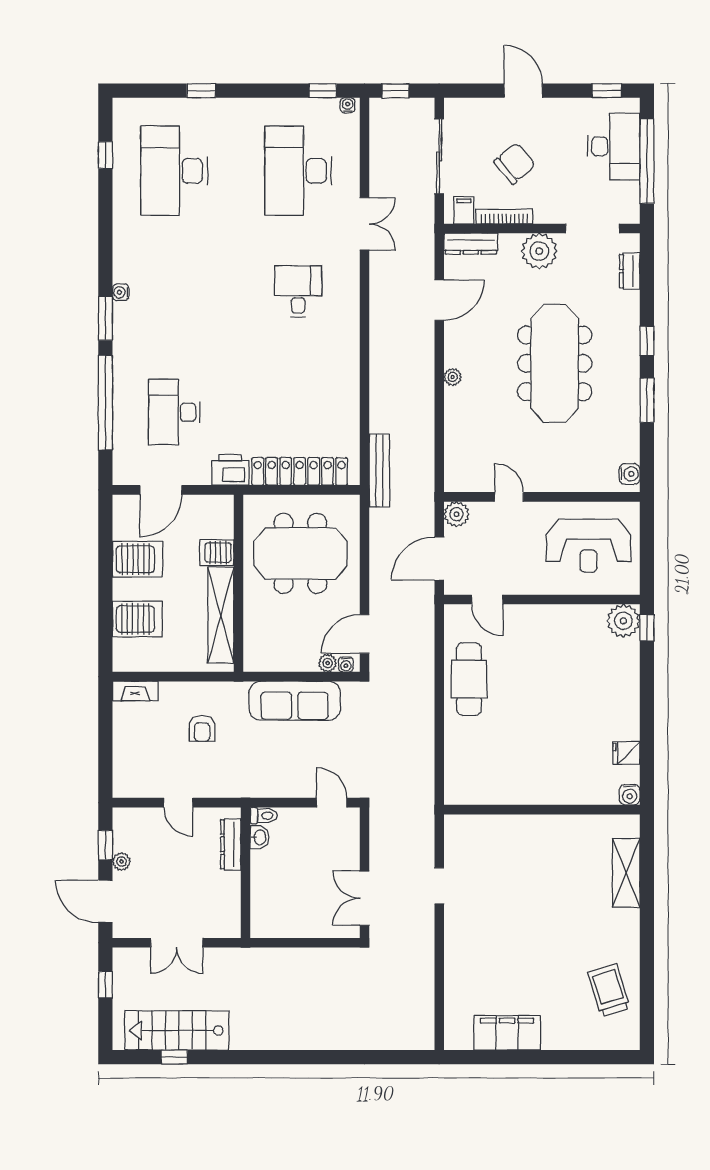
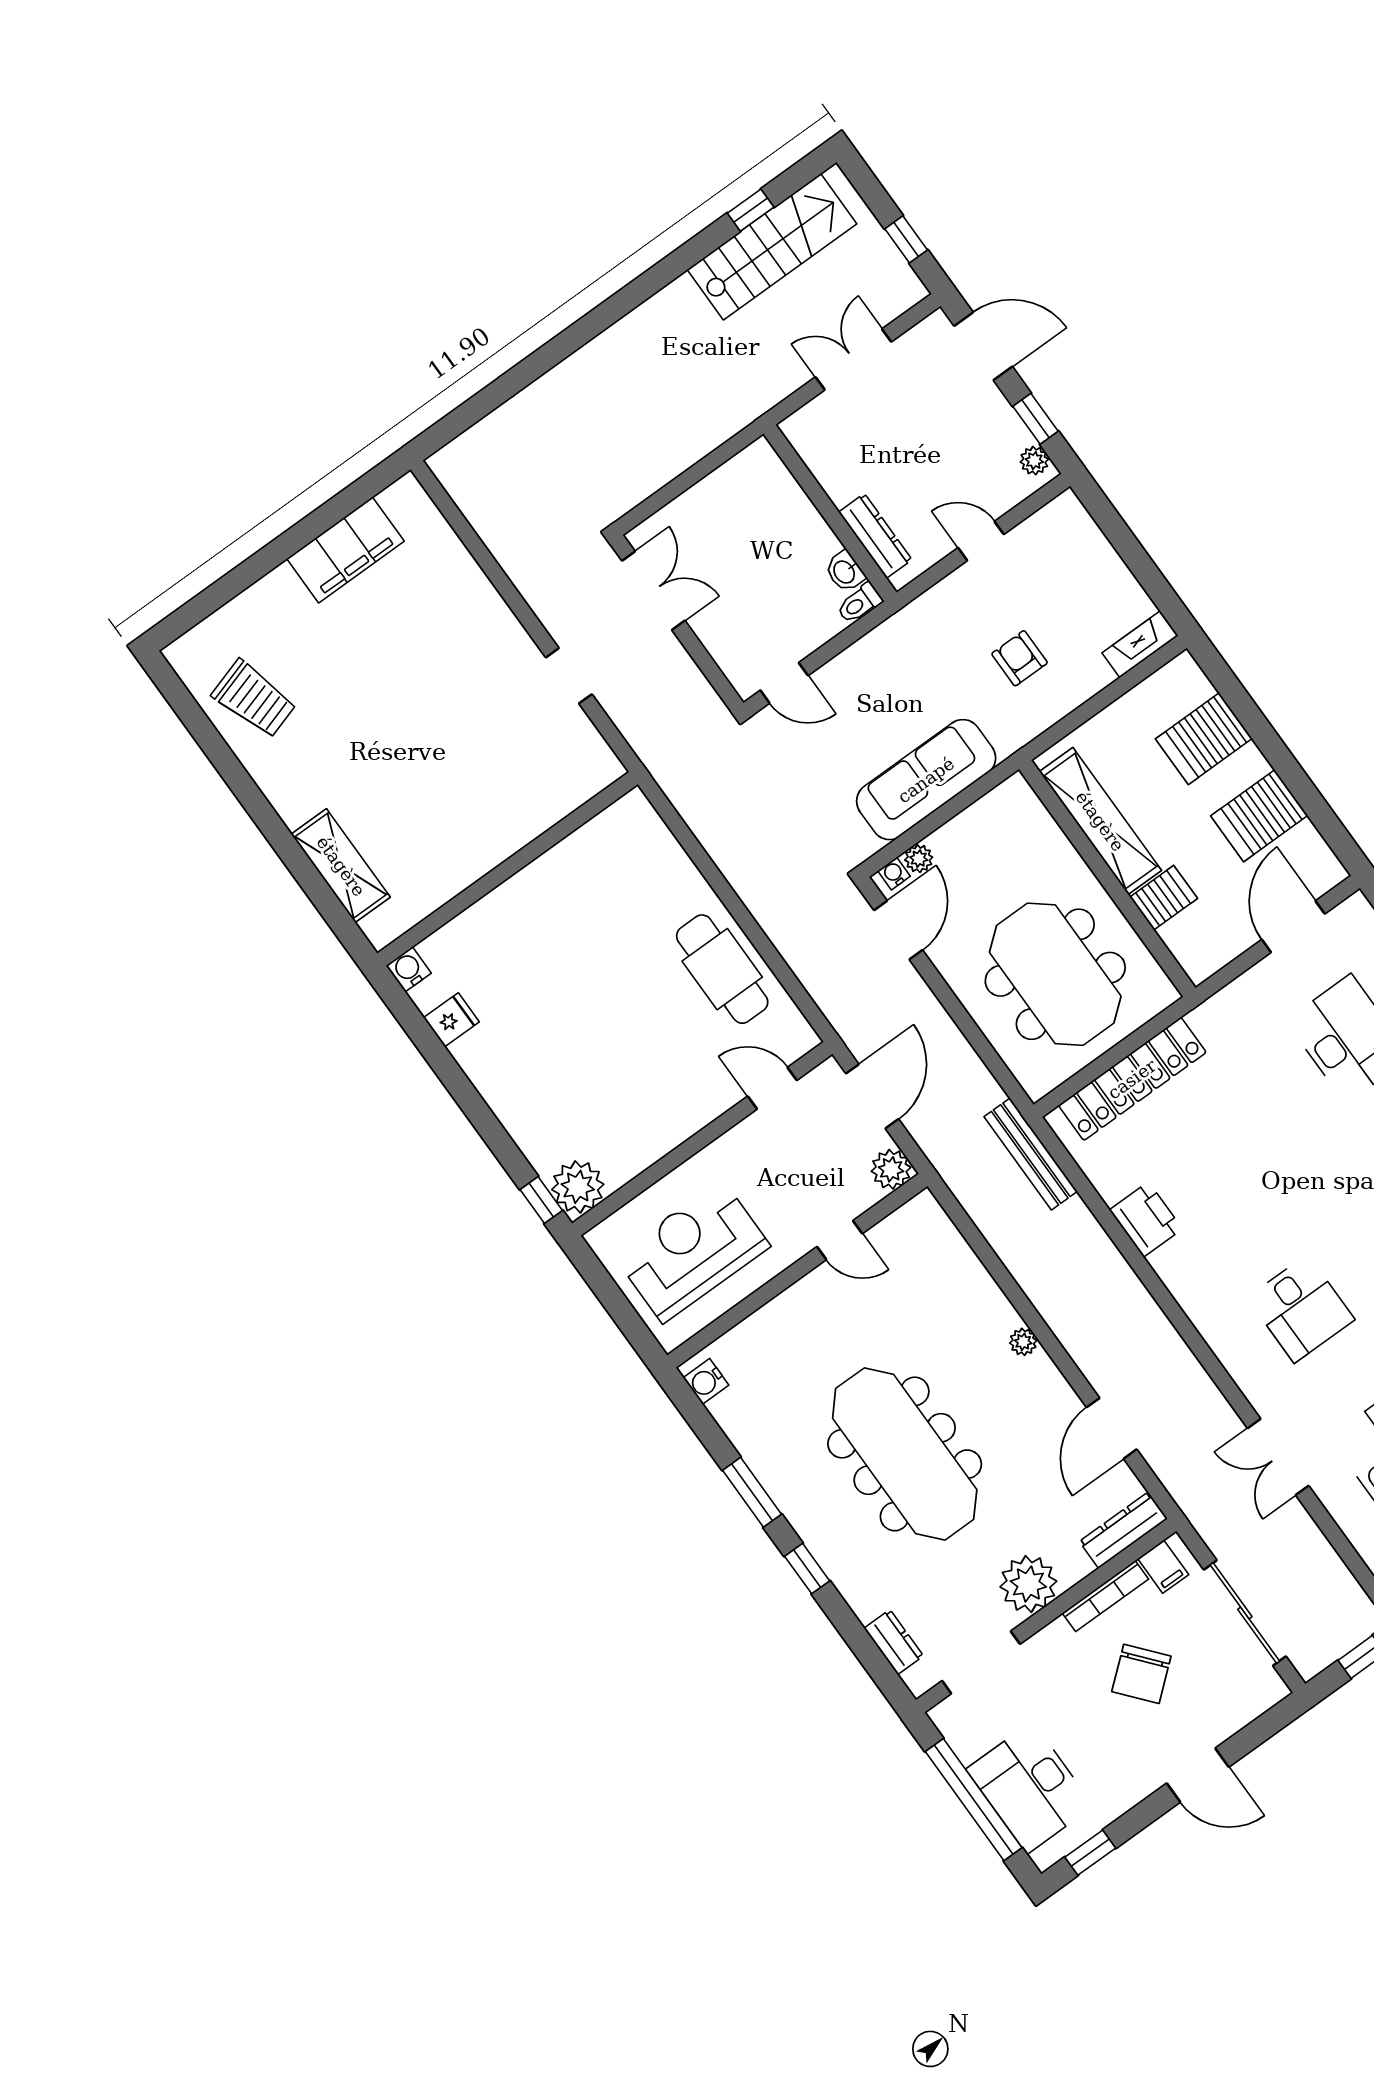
printer: (230, 470) -> (1146, 1219), moved, turned -90
meeting table: (300, 553) -> (1055, 974), turned 90
plant: (121, 862) -> (1034, 461), moved

